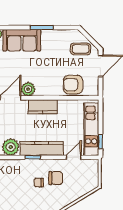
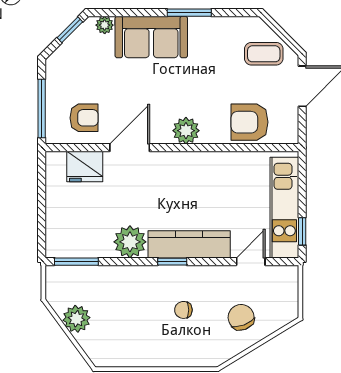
plant: (28, 89) -> (186, 131), moved
kitchen counter: (43, 107) -> (191, 165), removed
chair: (56, 178) -> (241, 317), moved, turned -111

